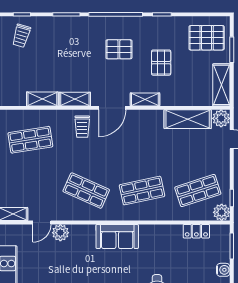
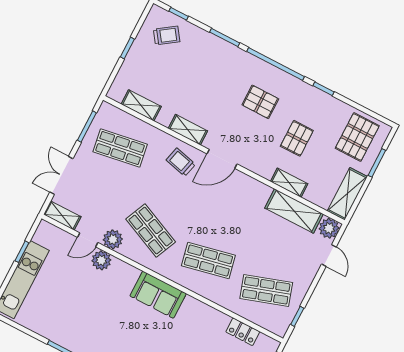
trolley: (21, 36) -> (167, 35), turned -141
pallet: (207, 38) -> (357, 137), turned 90
shelving: (42, 99) -> (141, 105), moved
shelving: (145, 99) -> (289, 183), moved
trolley: (82, 127) -> (181, 162), turned 104
plant: (222, 212) -> (113, 239), moved

